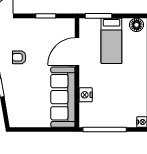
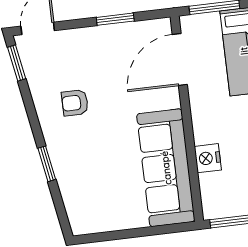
door: (77, 51) -> (180, 59), moved

